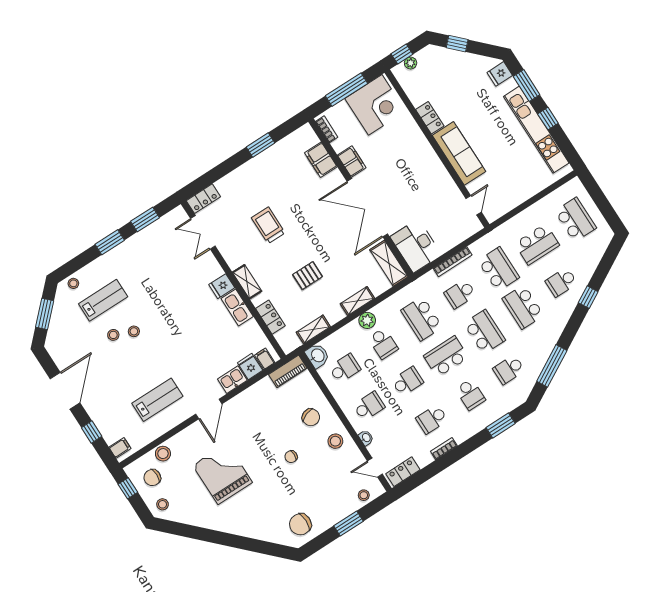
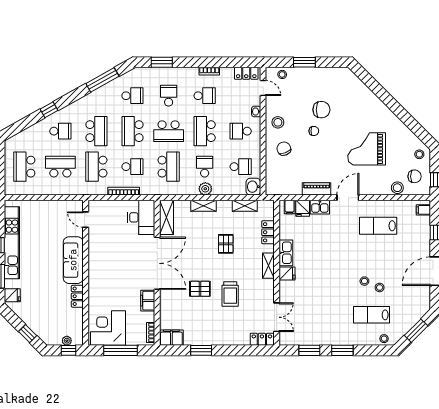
filing cabinet: (321, 160) -> (171, 338), moved, turned -90
door: (474, 205) -> (86, 220), hinge flipped
pallet: (304, 210) -> (200, 289), added
pallet: (308, 276) -> (226, 244), turned 90
school desk: (345, 368) -> (241, 167), turned 180
piano: (288, 371) -> (317, 189), moved
school desk: (407, 381) -> (205, 131), width x1.85
grand piano: (222, 474) -> (367, 149), turned 90
chair: (300, 524) -> (321, 110), moved

